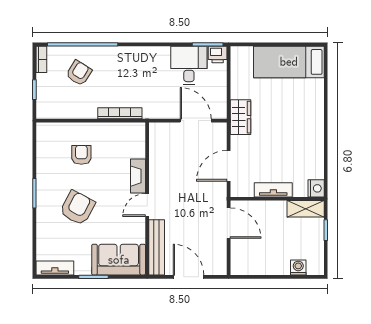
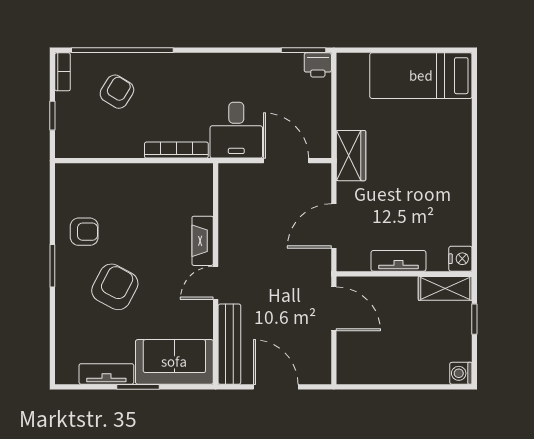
desk: (189, 65) -> (236, 130), moved, turned 180
armchair: (81, 155) -> (84, 232), moved, turned 90
washing machine: (298, 267) -> (461, 373), moved, turned -90
tv unit: (55, 268) -> (106, 374), moved

